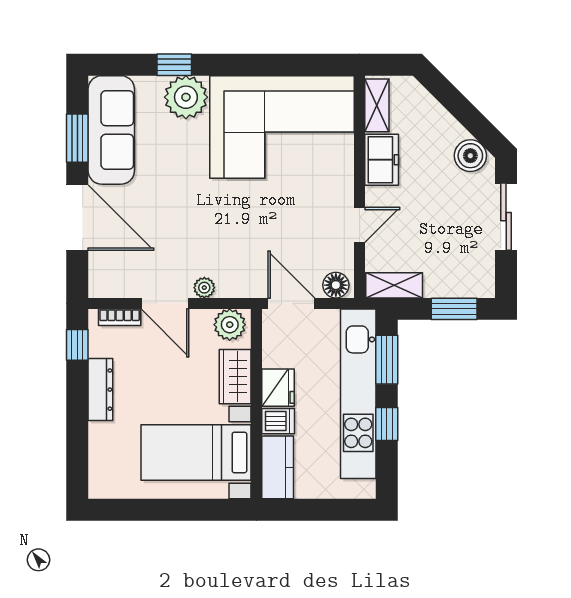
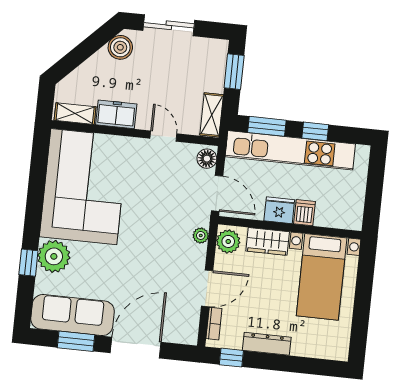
plant: (204, 288) -> (201, 235), moved
door: (291, 303) -> (217, 193), swing flipped
kitchen counter: (278, 467) -> (339, 217), removed

